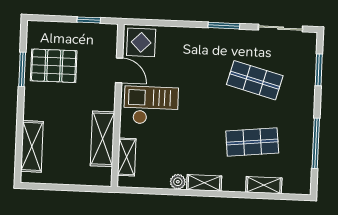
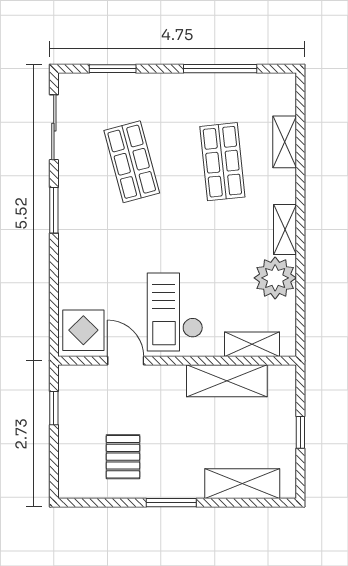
pallet: (54, 66) -> (123, 457), width x0.67, depth x0.71
window: (22, 69) -> (171, 503), moved
door: (119, 70) -> (126, 361), hinge flipped
shop shelf: (255, 80) -> (132, 162), turned -30
plant: (178, 182) -> (275, 278), width x1.88, depth x1.88
window: (65, 187) -> (300, 432), added

